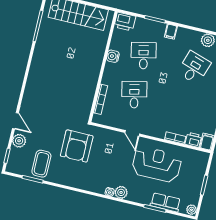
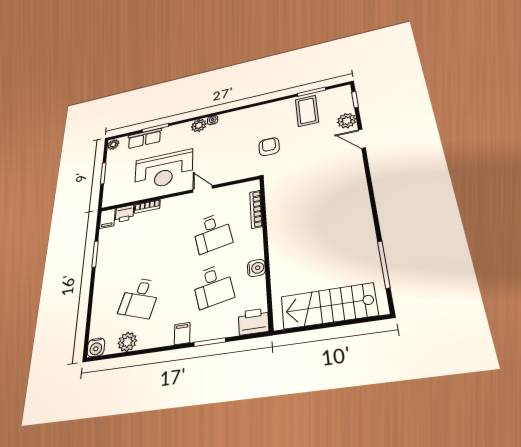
armchair: (77, 146) -> (269, 147), width x0.53, depth x0.53

